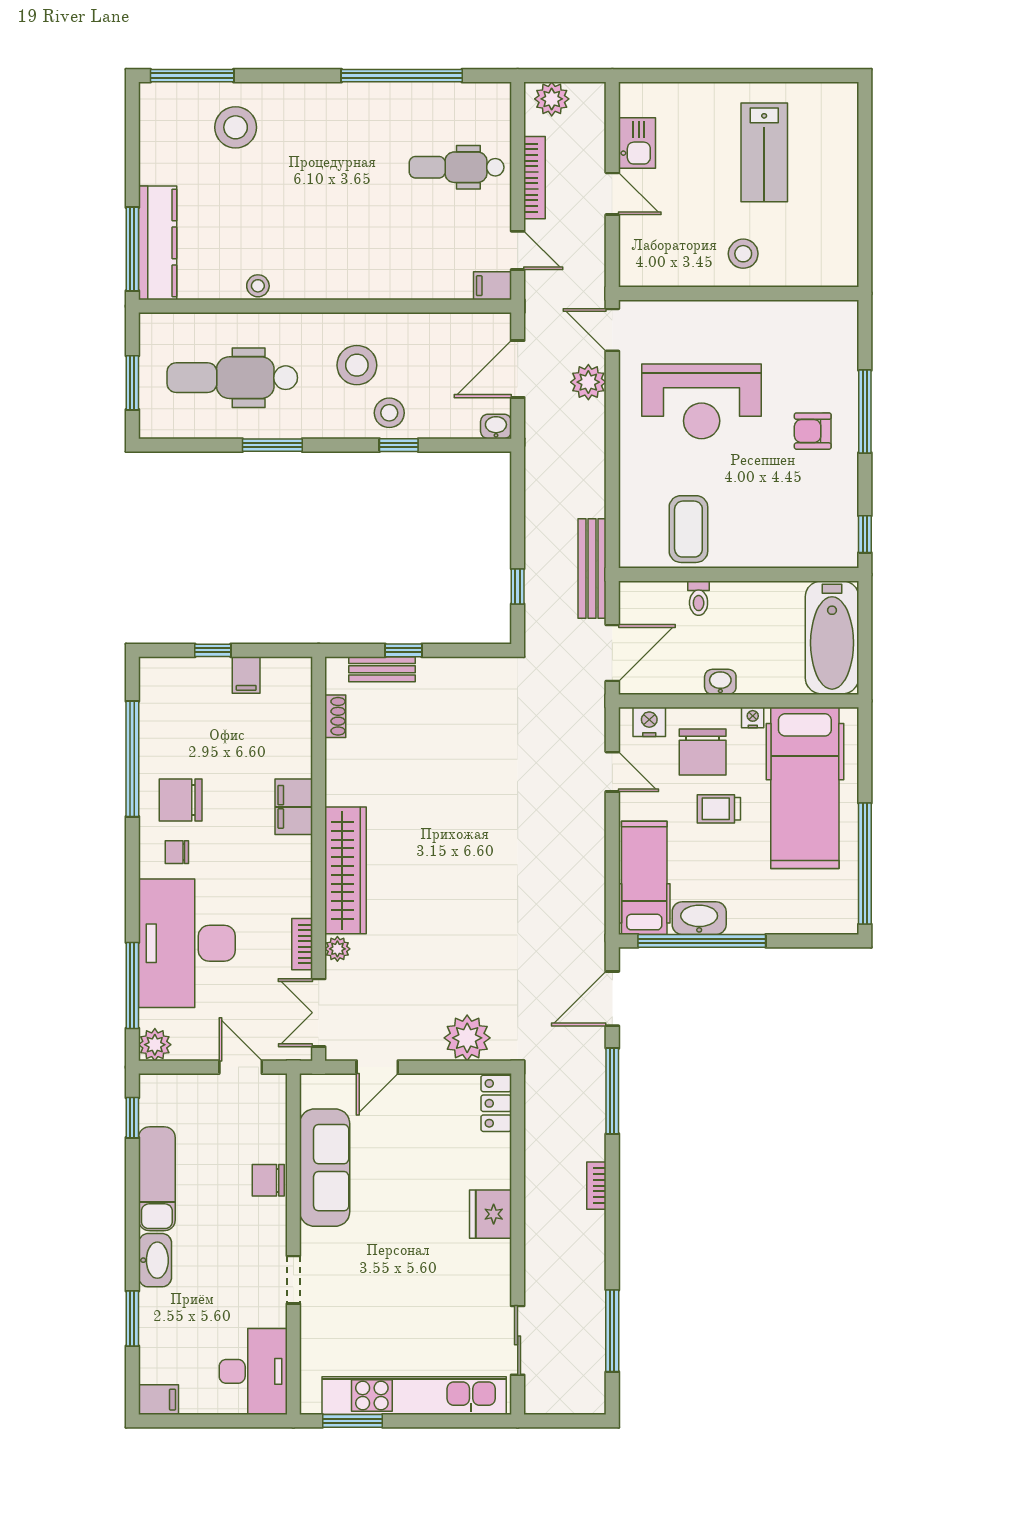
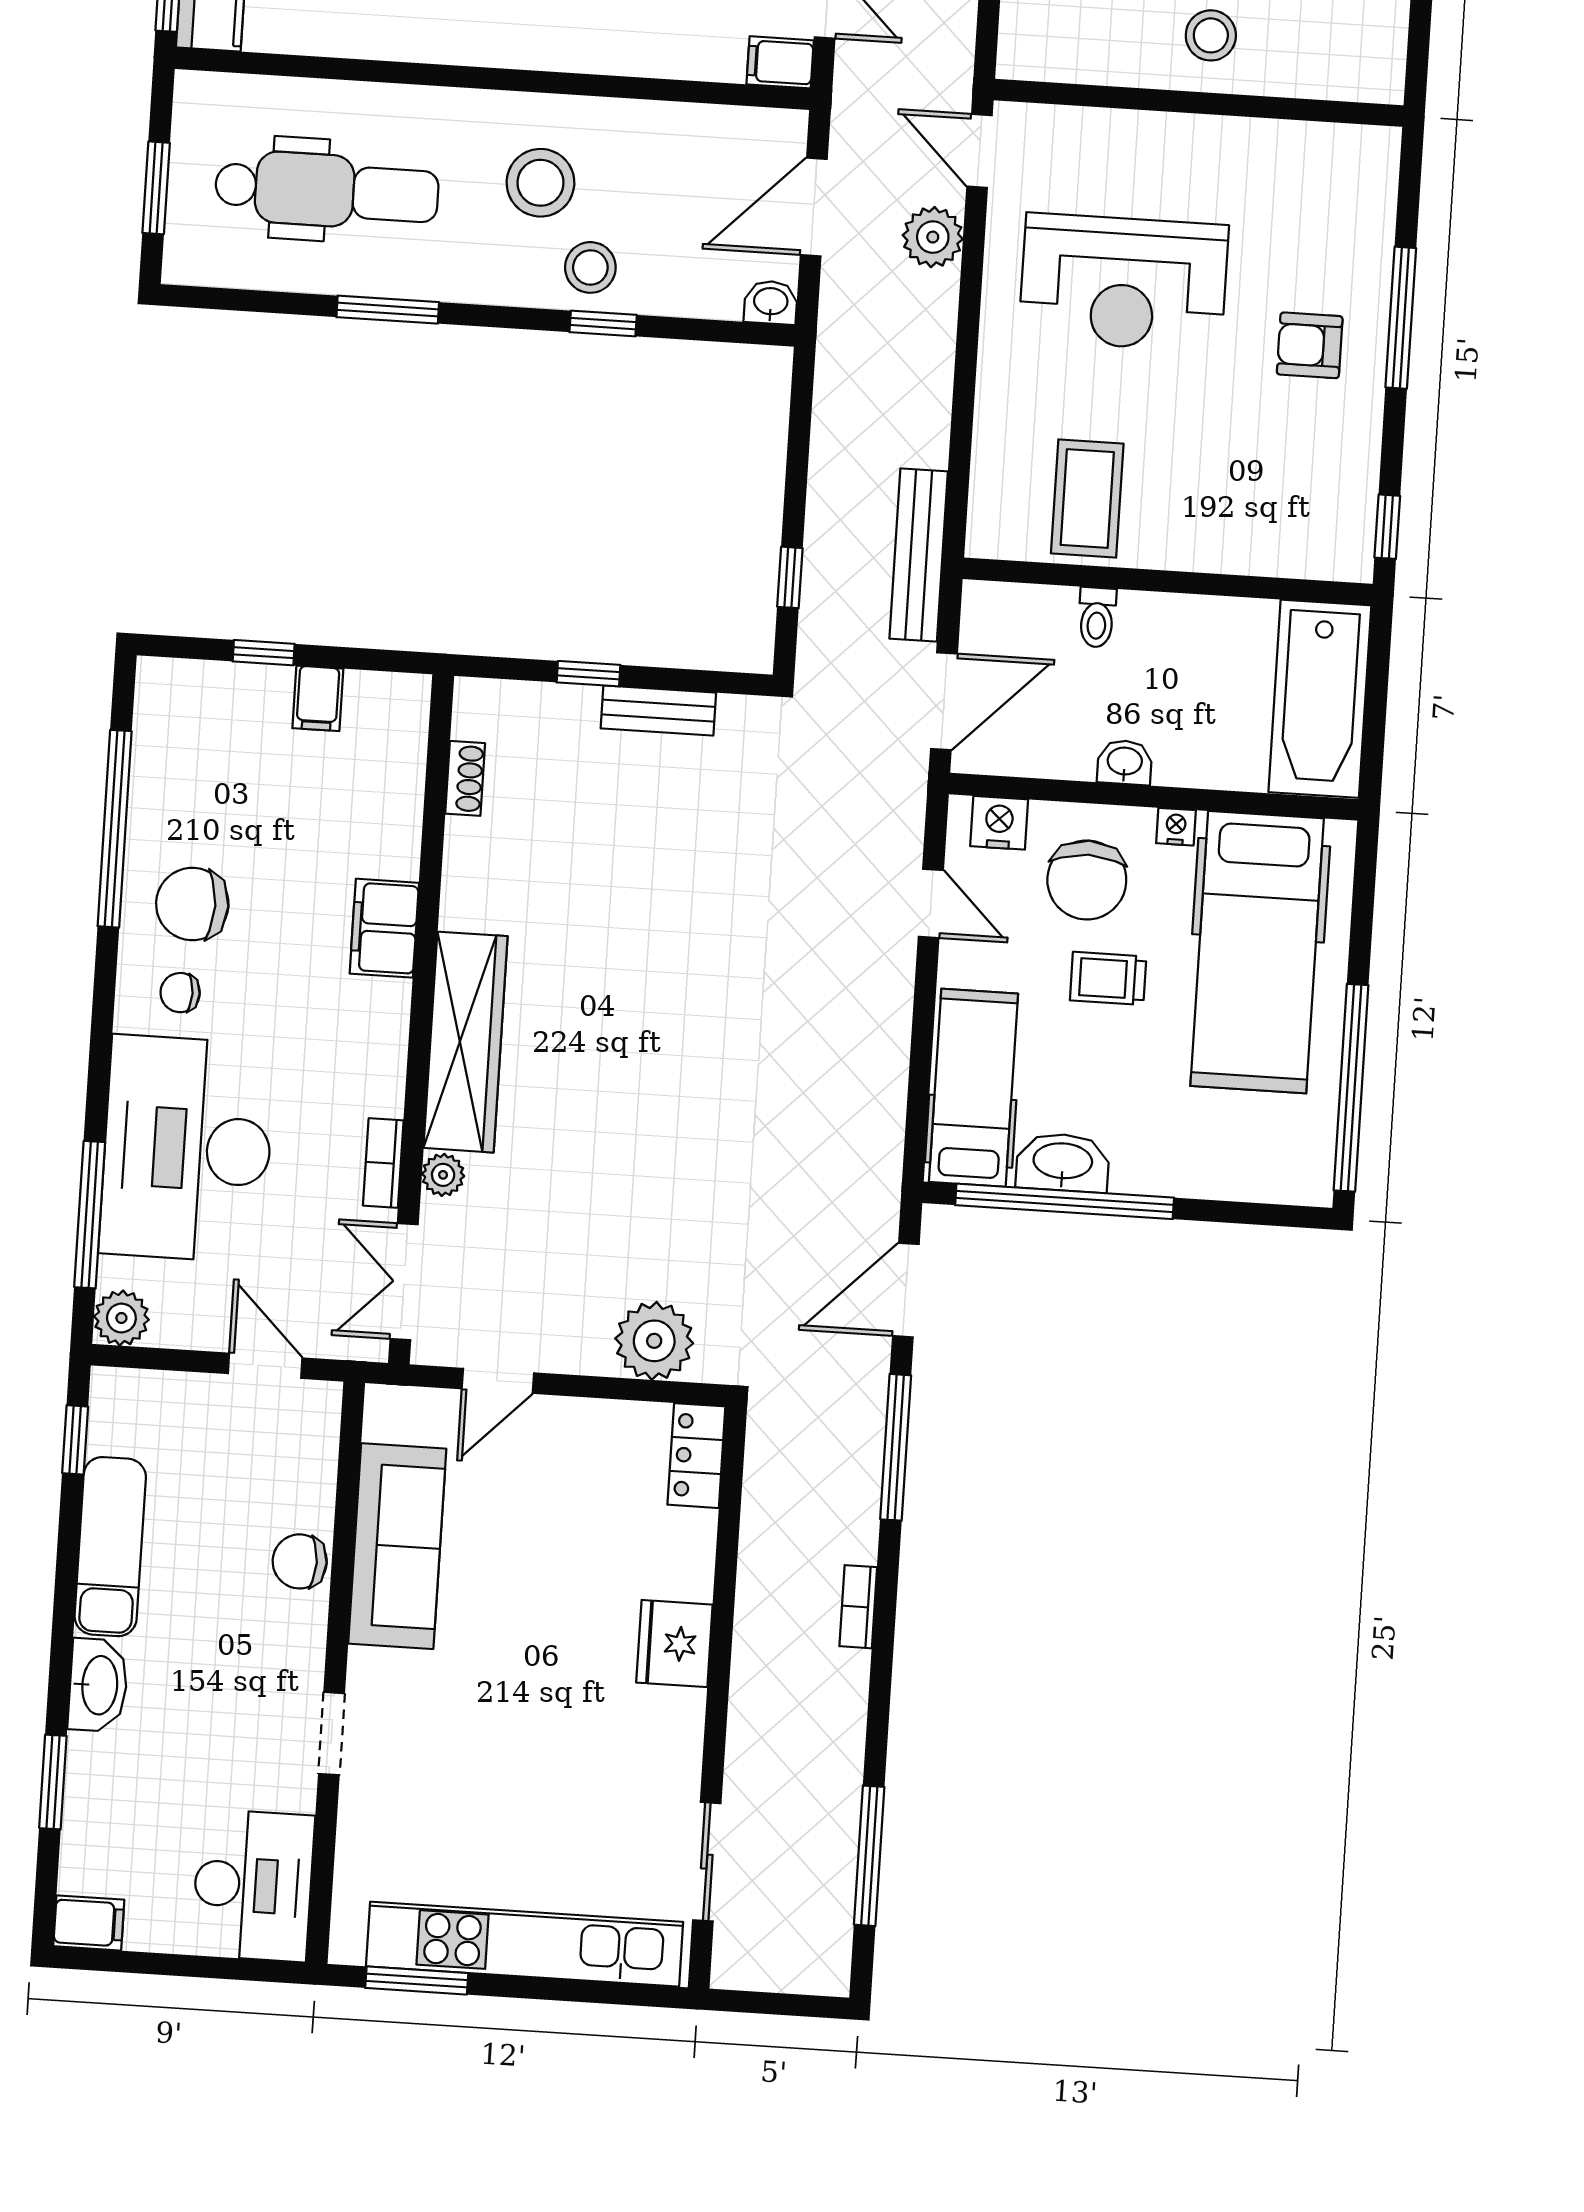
stool: (258, 286) -> (381, 37), removed
dental chair: (232, 378) -> (327, 190), turned 180
bench: (382, 669) -> (658, 711), moved

